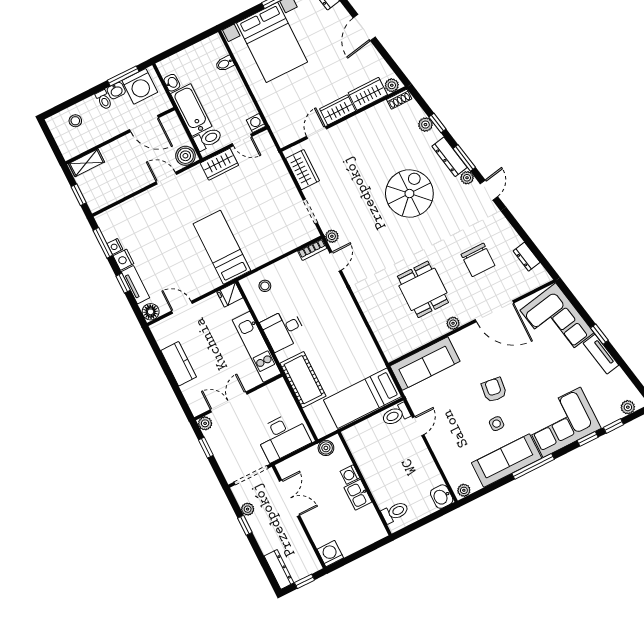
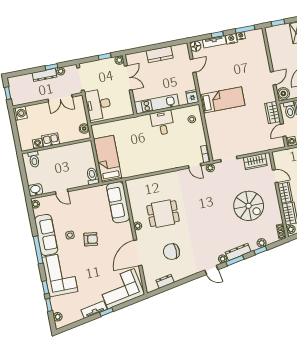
spiral stairs: (409, 193) -> (249, 206), moved
cot: (303, 380) -> (129, 126), removed
door: (418, 426) -> (62, 192), moved
washing machine: (350, 475) -> (38, 144), moved
dresser: (279, 569) -> (45, 75), moved

